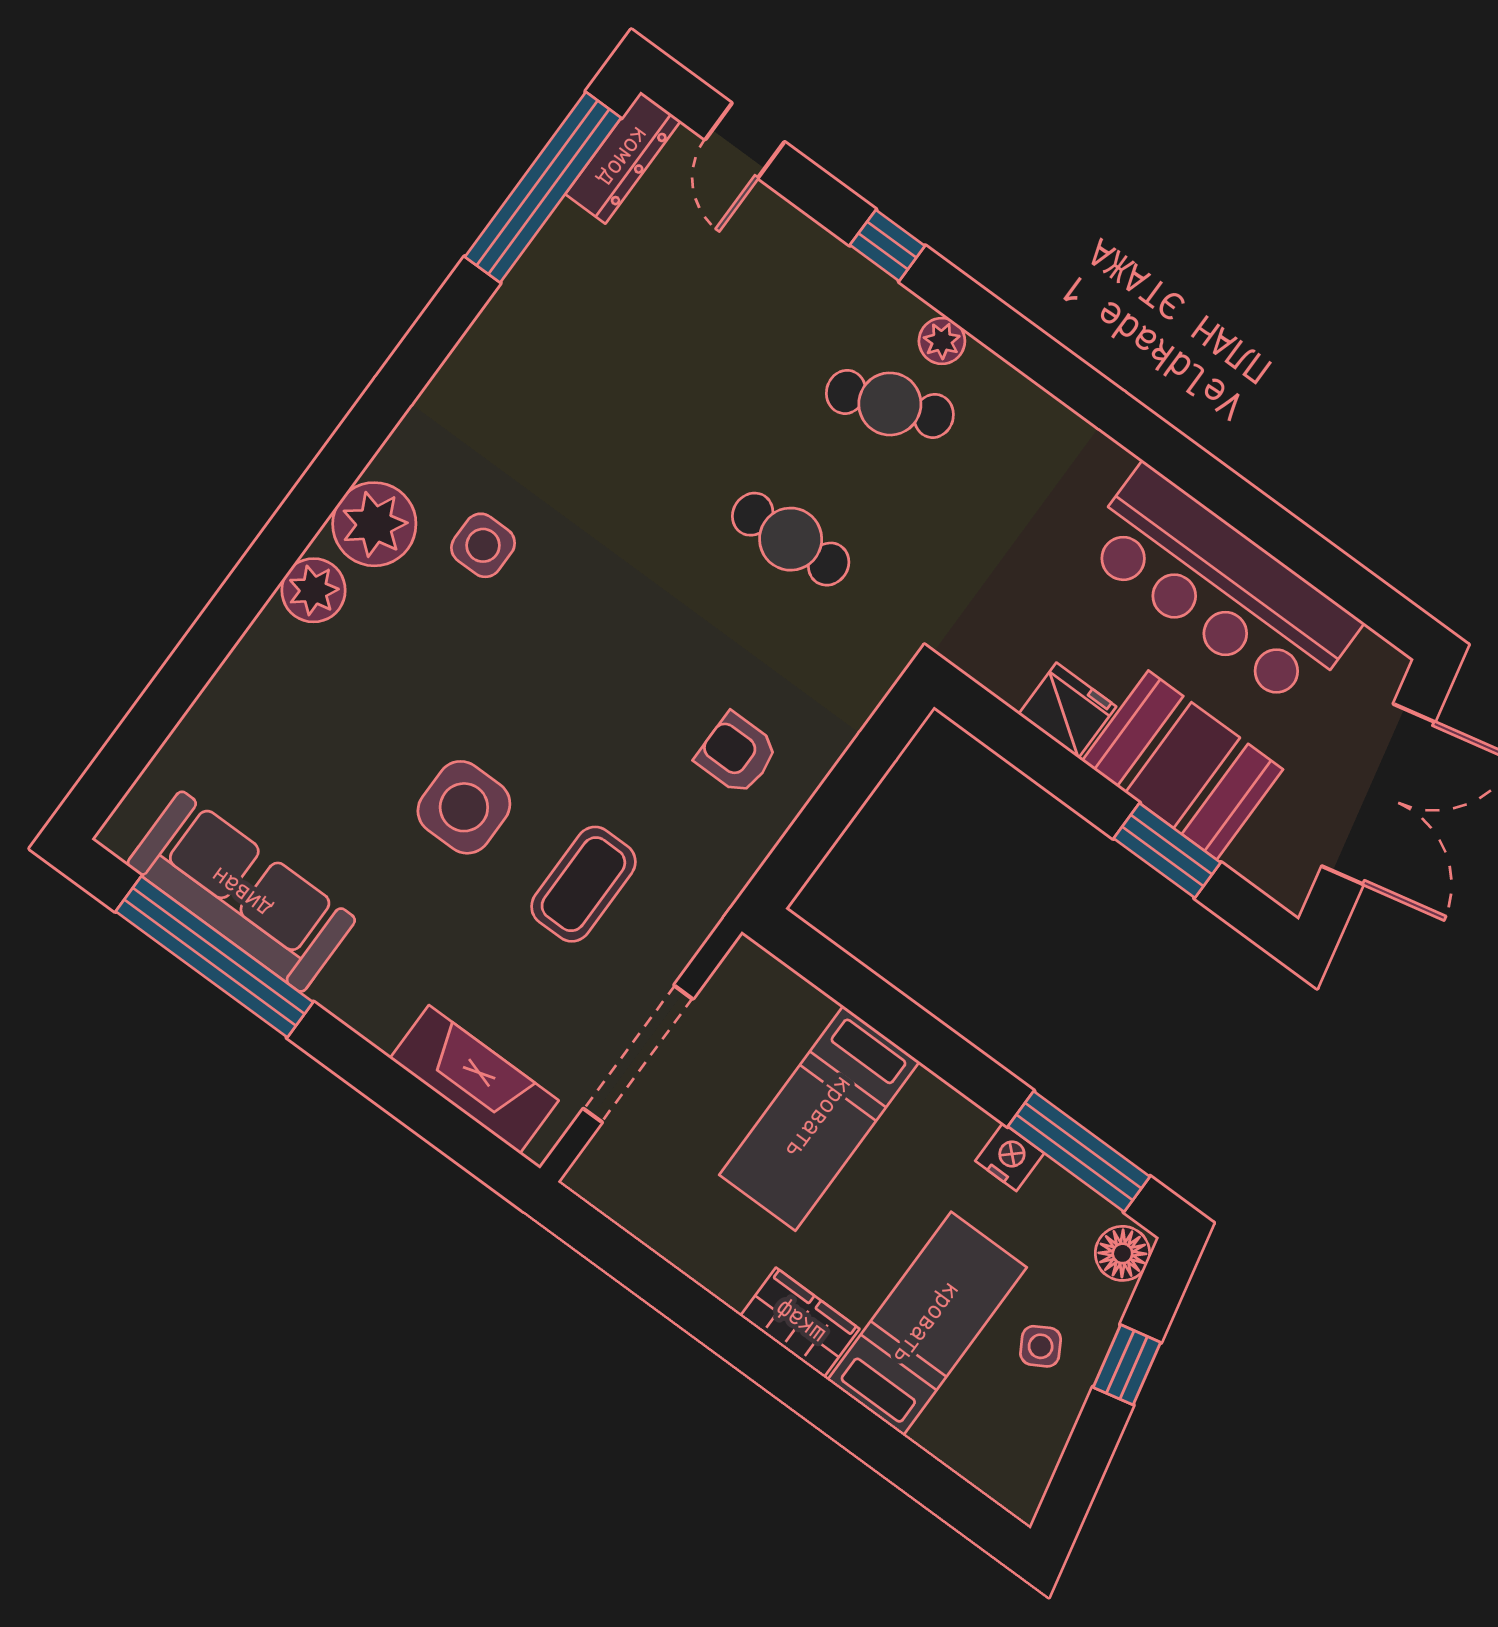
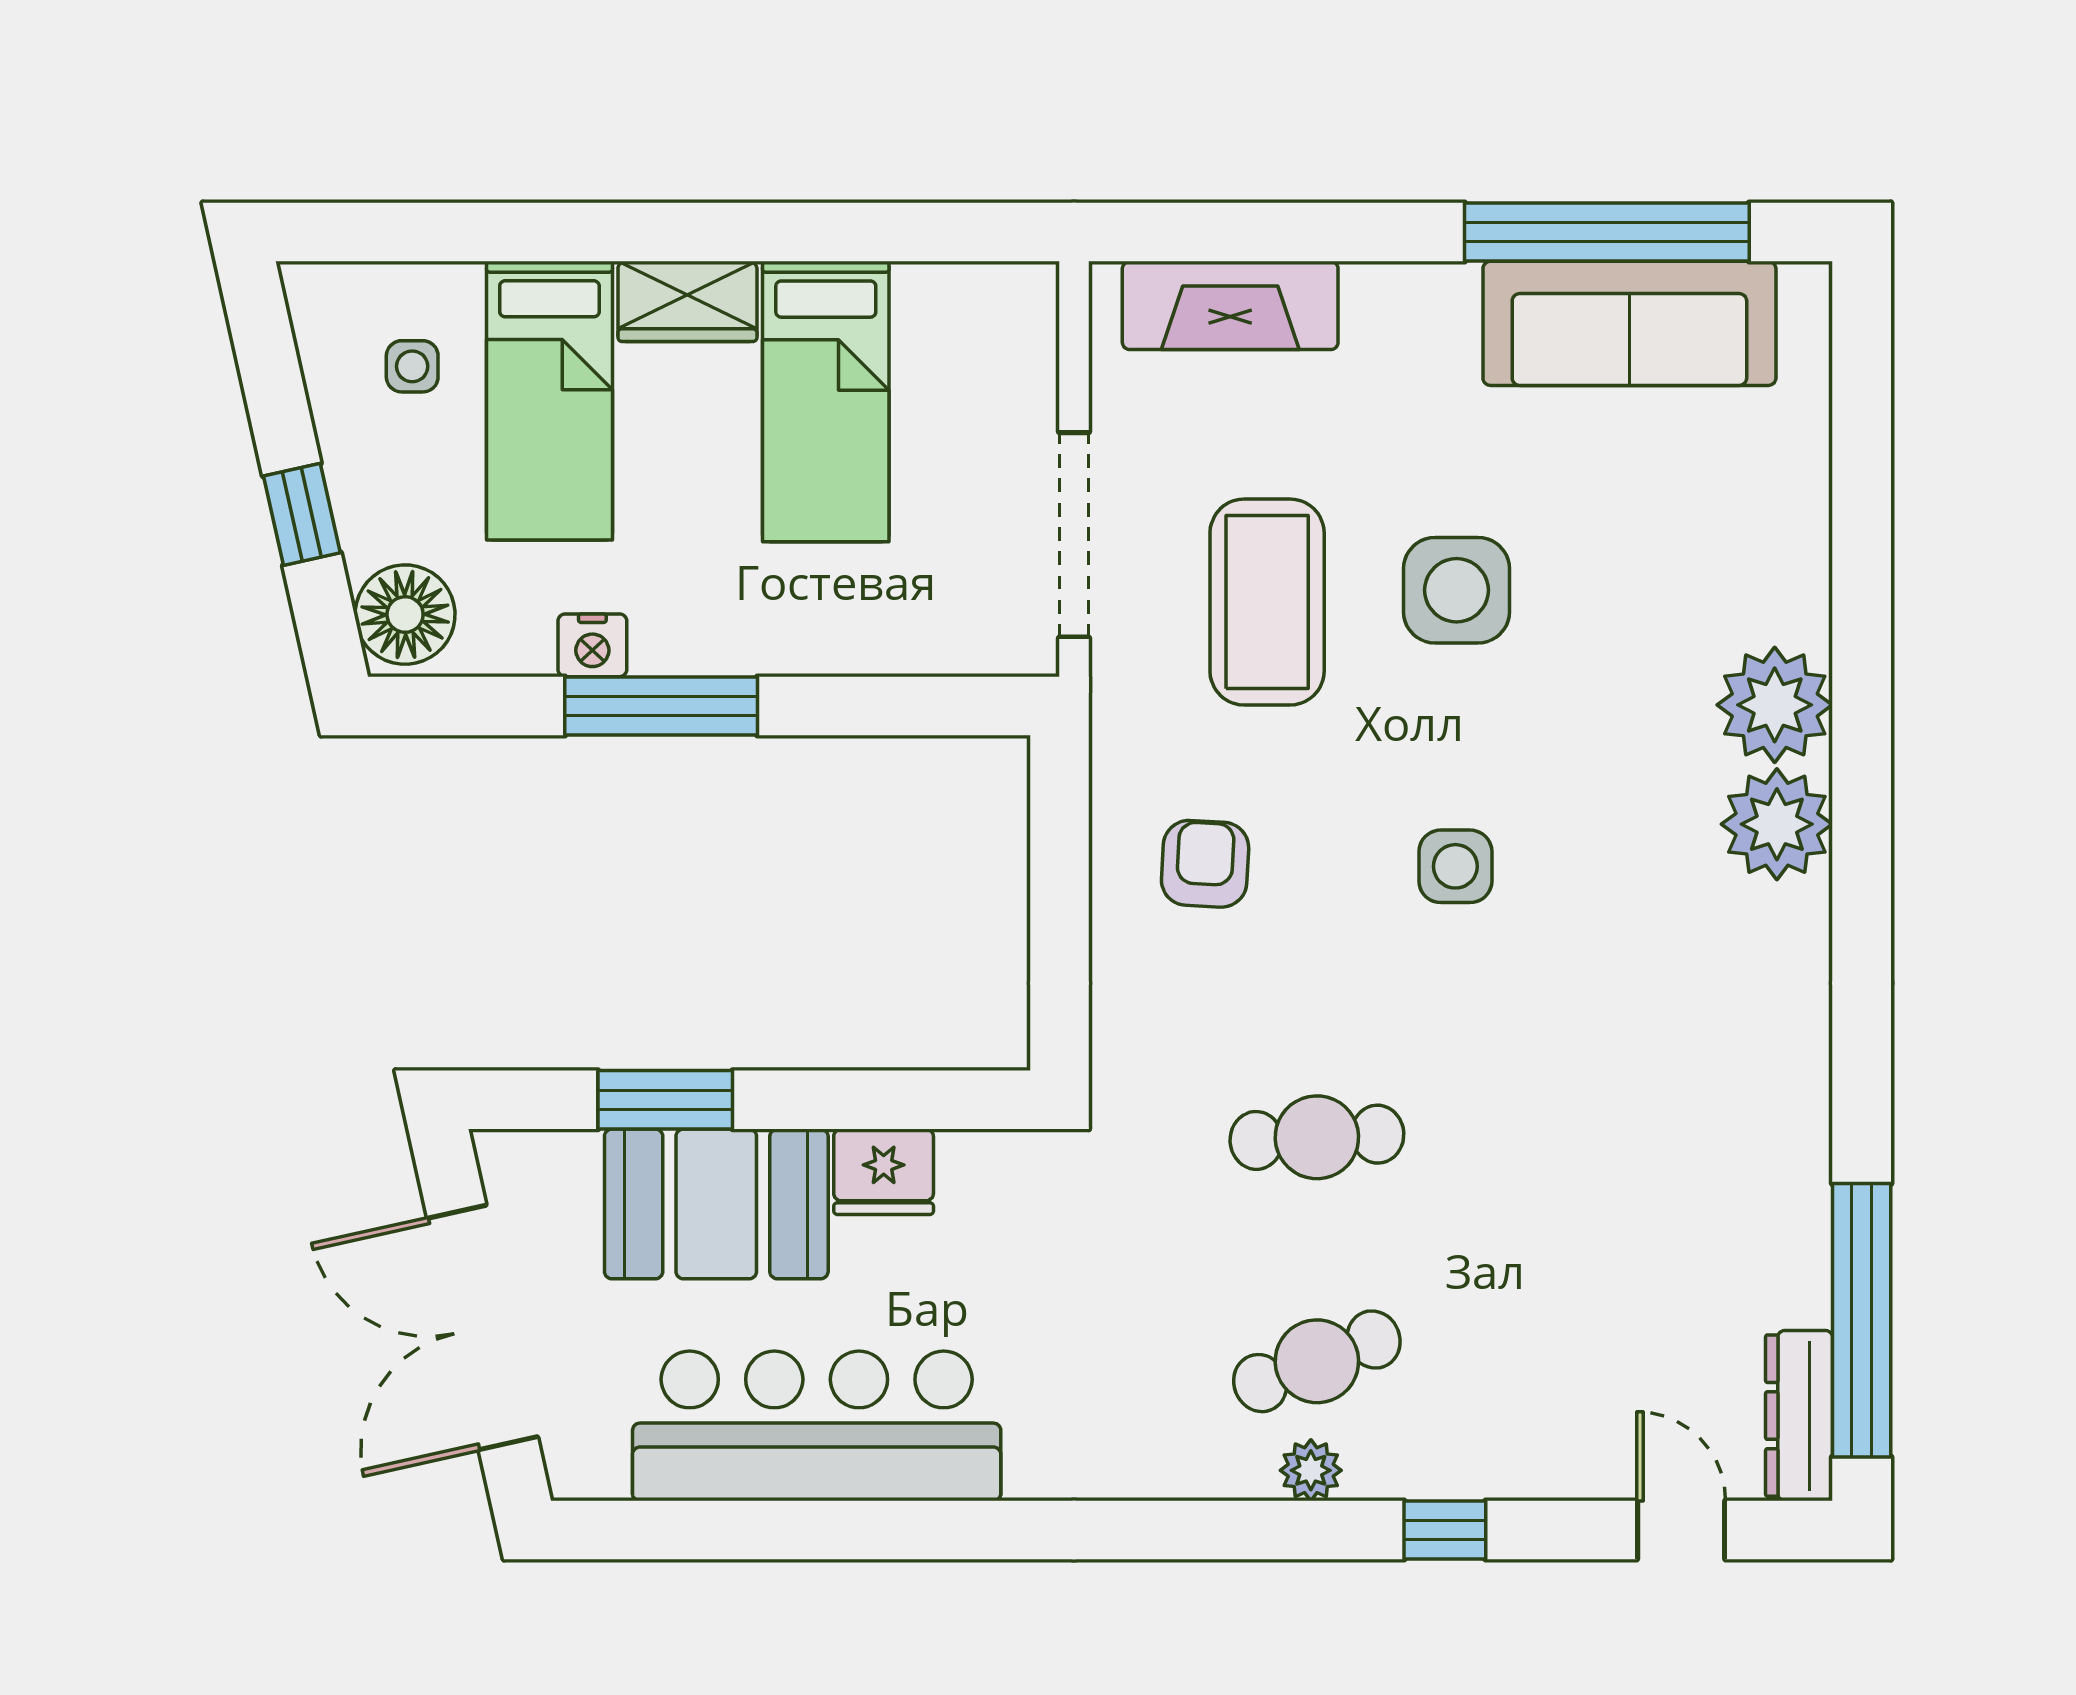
side table: (483, 545) -> (1455, 866), moved
plant: (313, 590) -> (1775, 705), width x1.36, depth x1.36
armchair: (737, 754) -> (1205, 864), turned -87
coffee table: (583, 884) -> (1267, 602), width x1.36, depth x1.32
doorway: (638, 1054) -> (1074, 535), moved
bed: (819, 1118) -> (826, 401), moved, turned 180
window: (1079, 1151) -> (661, 706), moved
floor lamp: (1122, 1253) -> (405, 615), width x1.38, depth x1.38
side table: (1041, 1346) -> (412, 366), moved, turned 30

